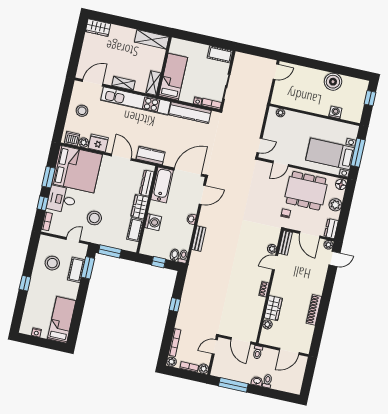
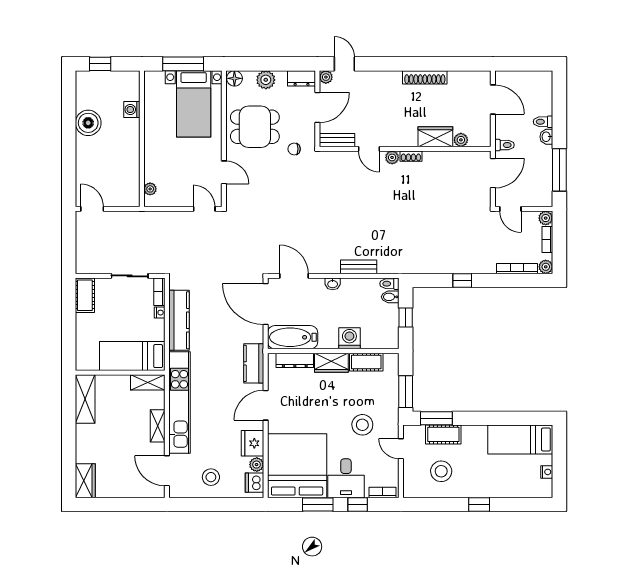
dining table: (306, 191) -> (255, 127), width x0.73
plant: (272, 249) -> (392, 157), moved

